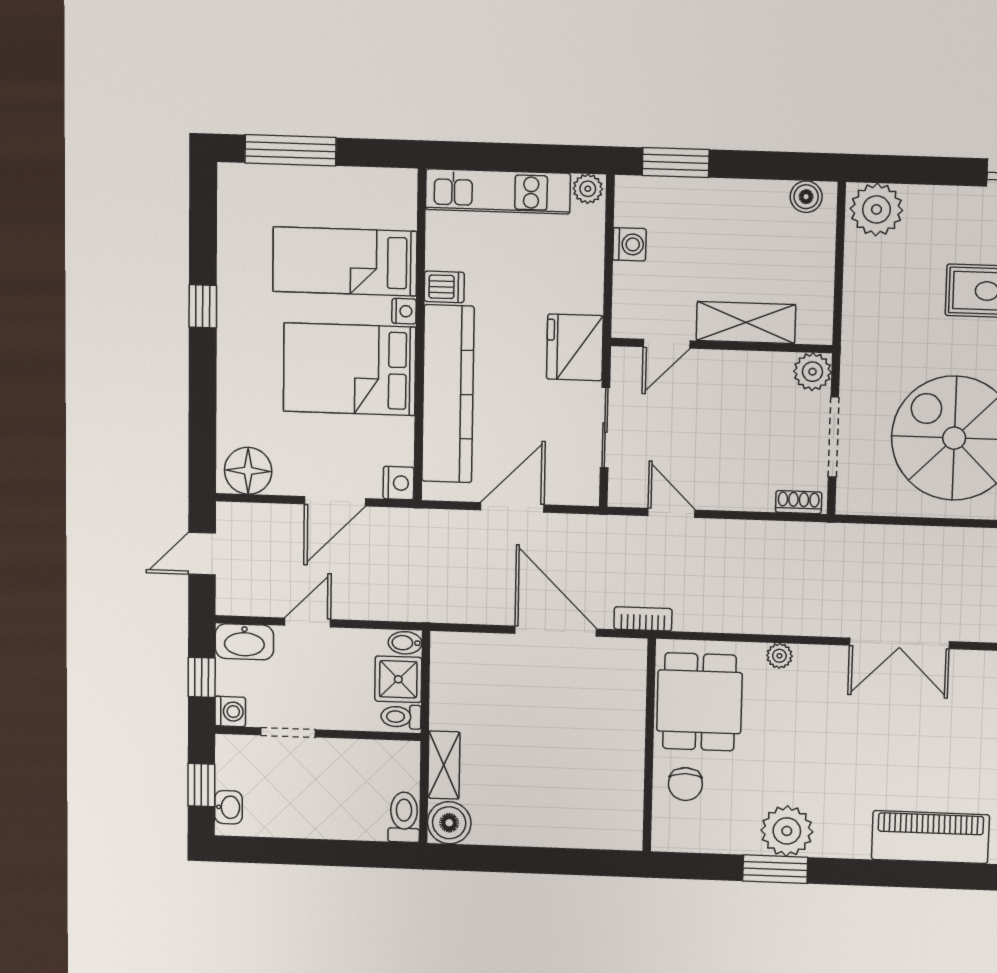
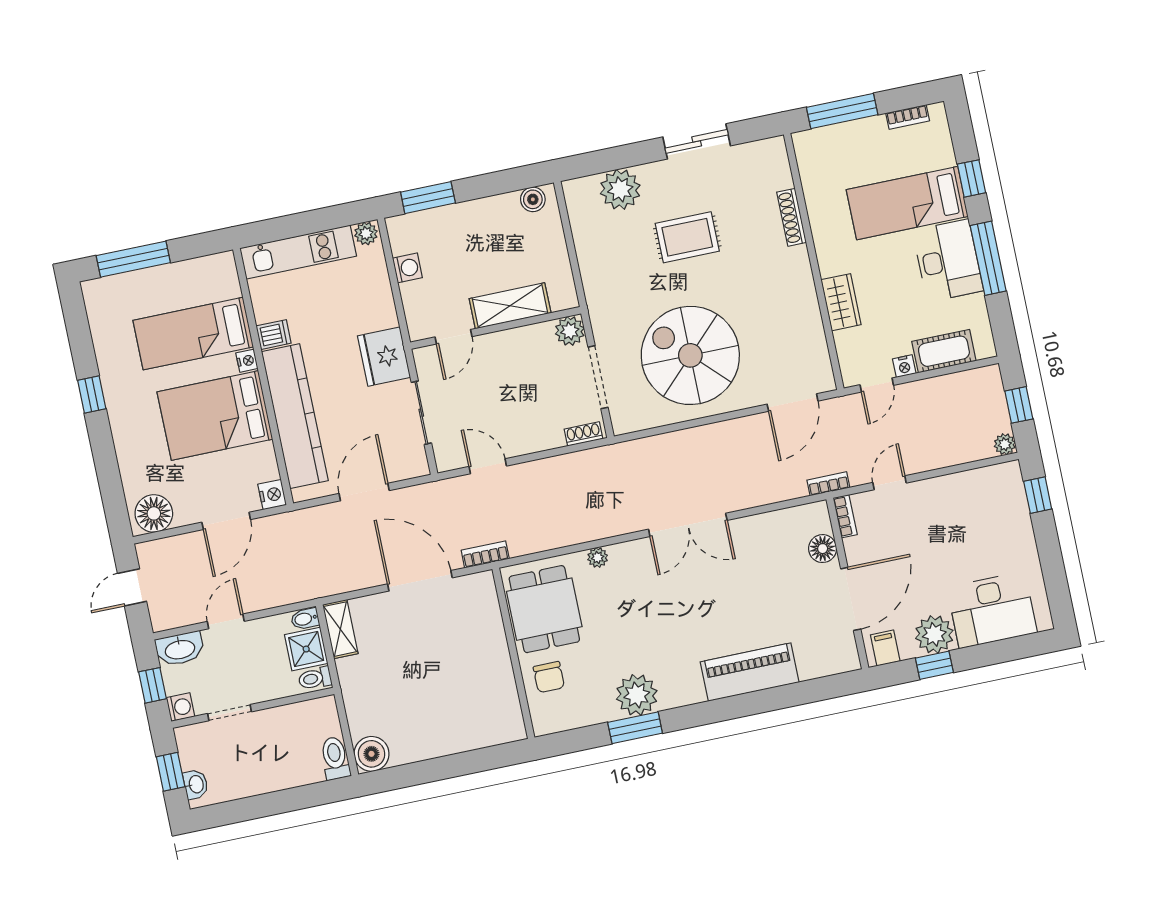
plant: (876, 209) -> (620, 189), moved
shelving: (444, 765) -> (340, 629), moved

